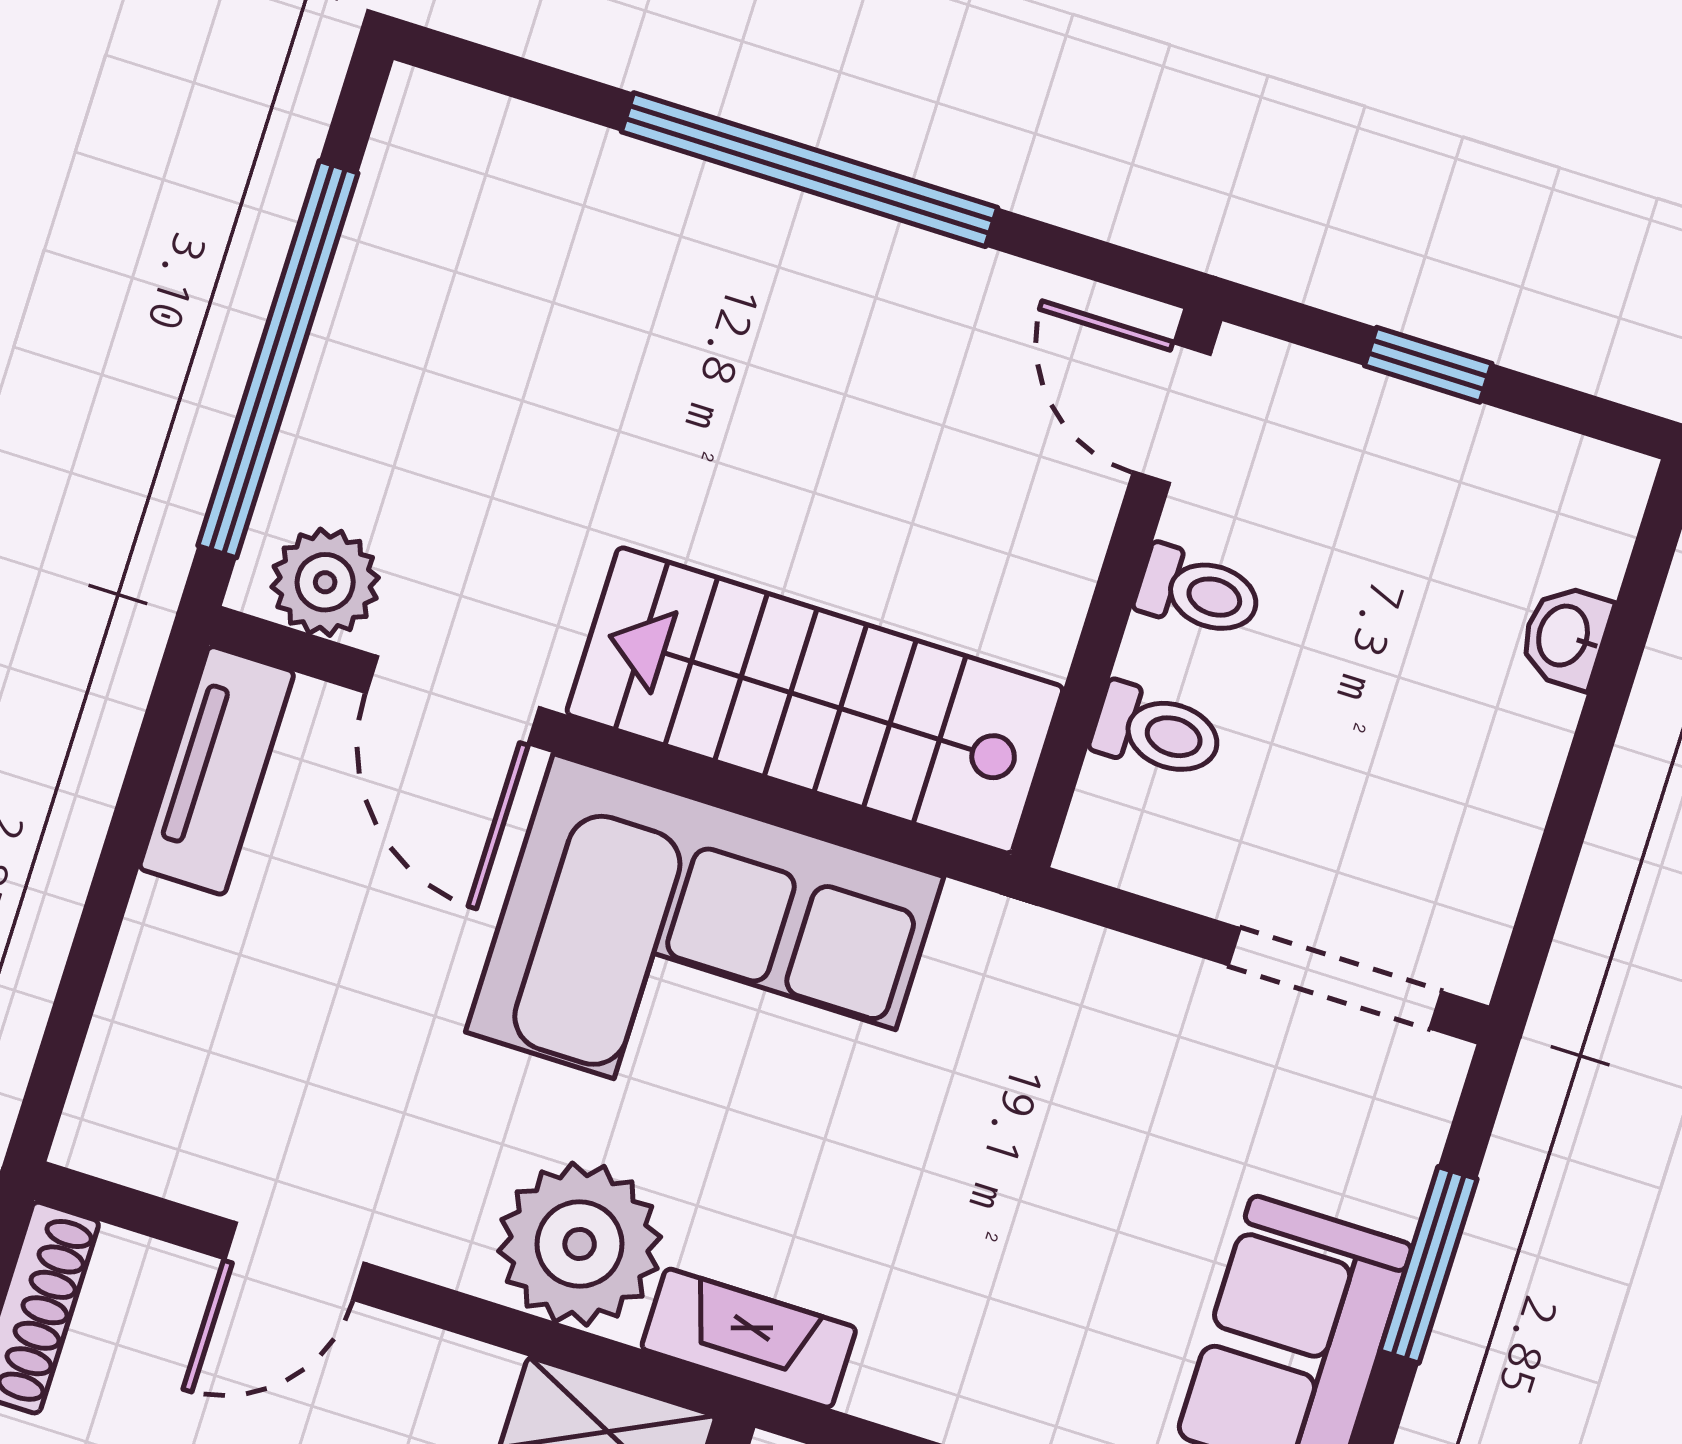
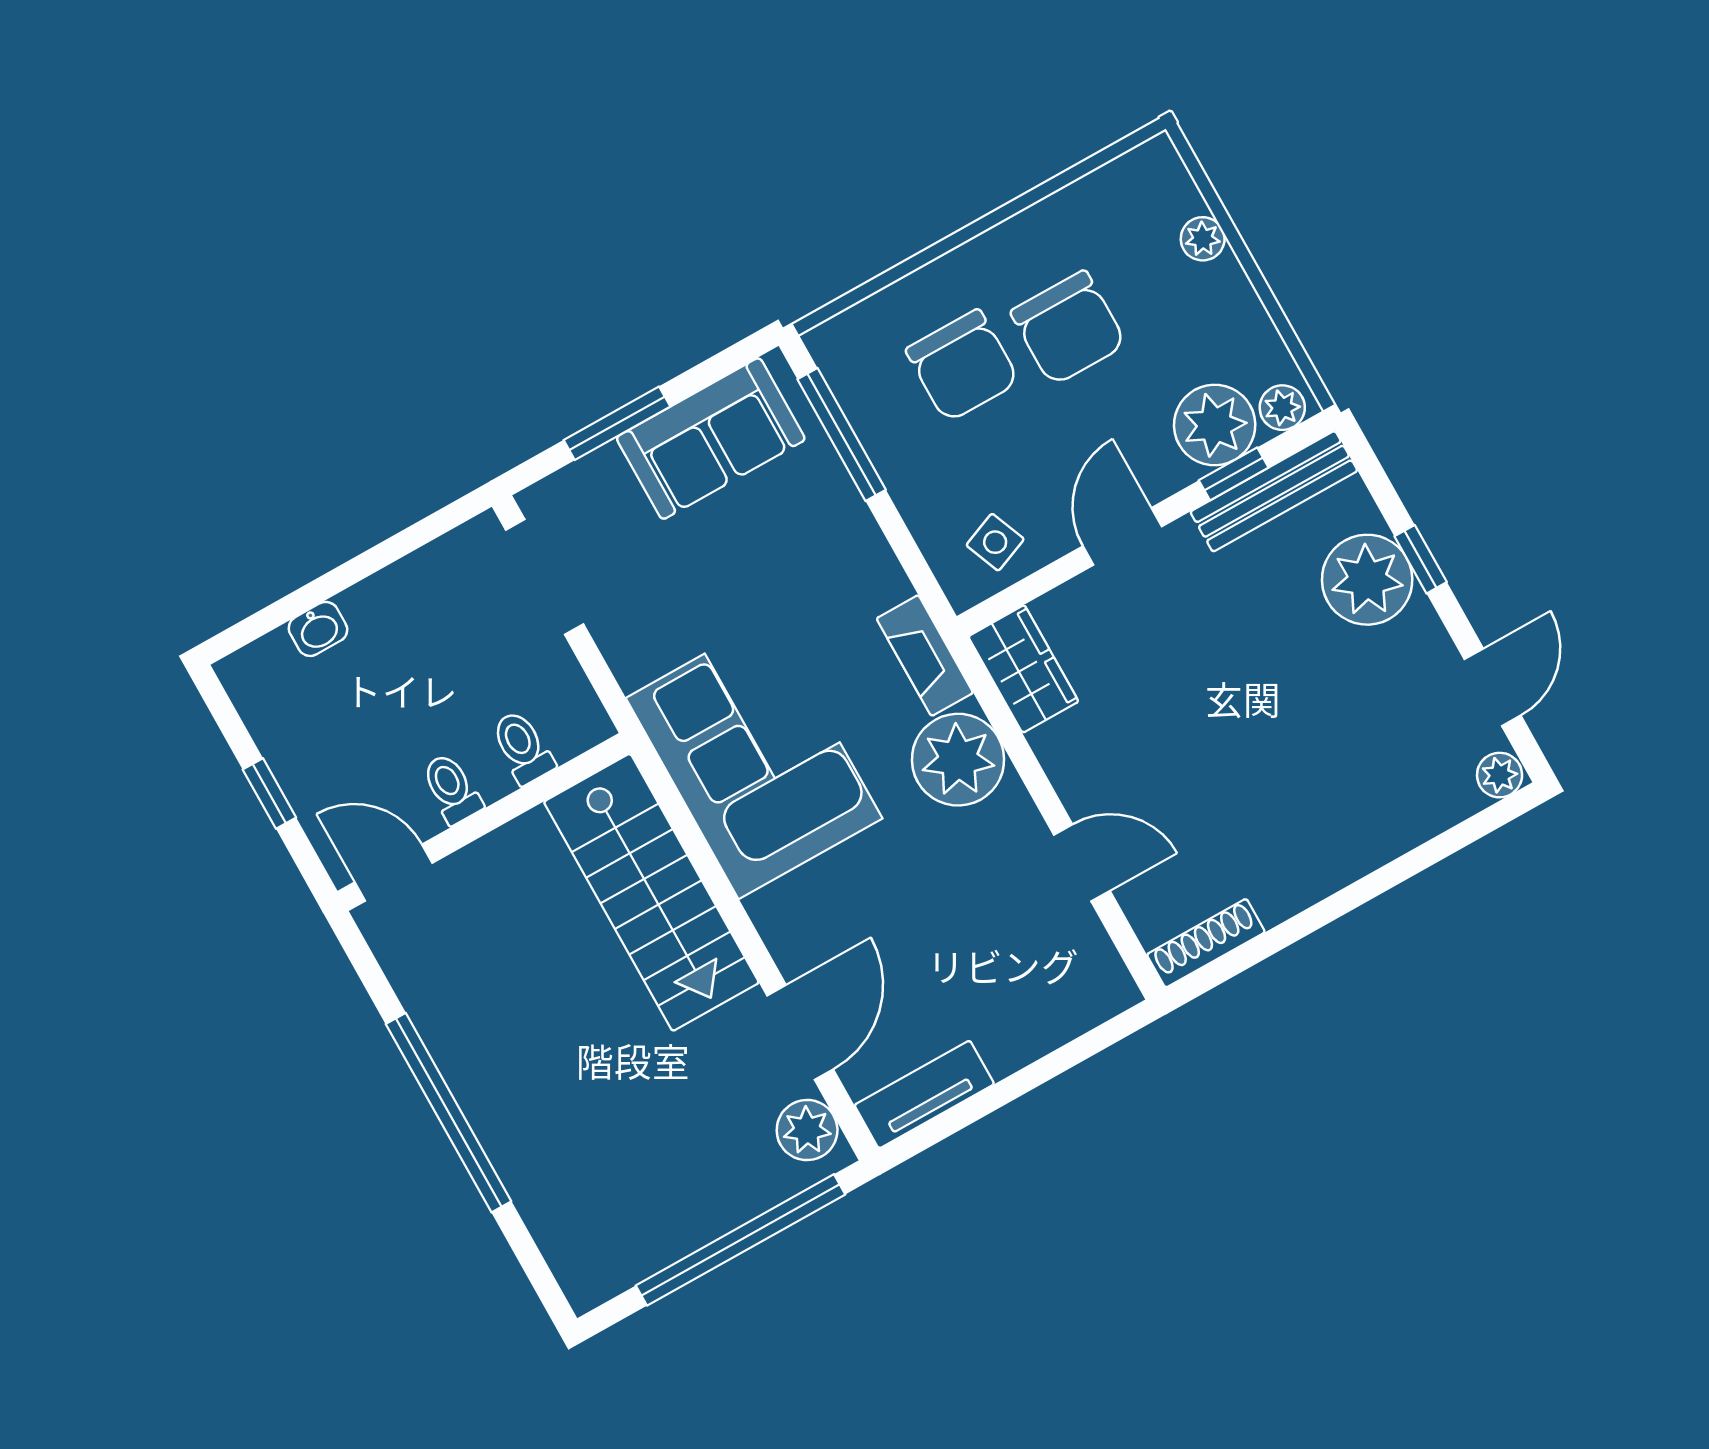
door: (1172, 413) -> (394, 873), swing flipped
corner sofa: (705, 954) -> (754, 758), moved

